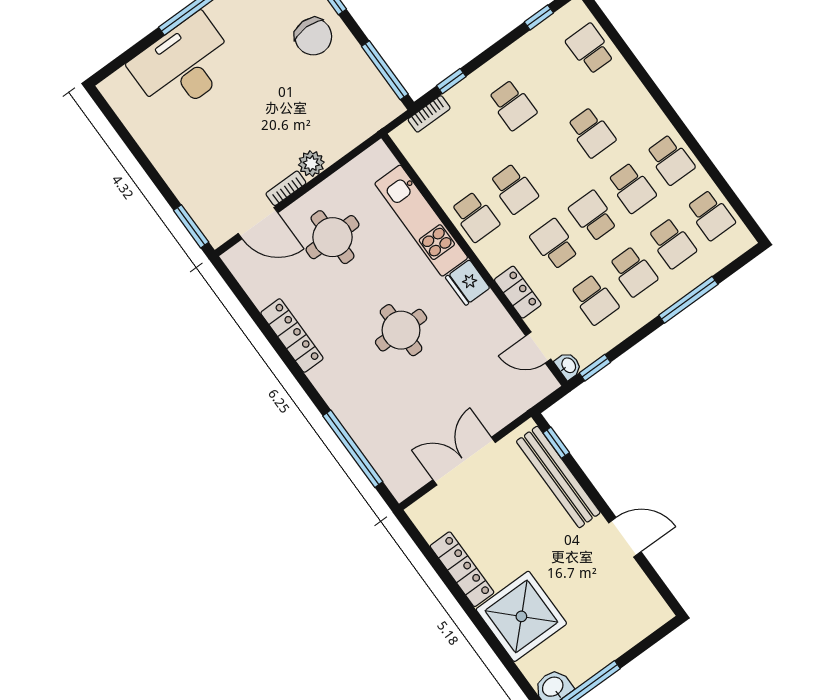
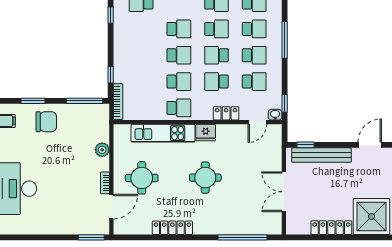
school desk: (512, 105) -> (179, 55), moved
bookcase: (429, 114) -> (118, 102), width x1.56
plant: (311, 164) -> (102, 150), moved

